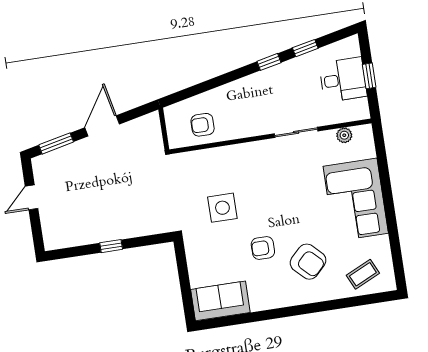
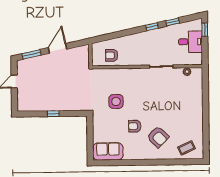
window: (369, 76) -> (205, 30), moved
corner sofa: (356, 200) -> (188, 107), removed

